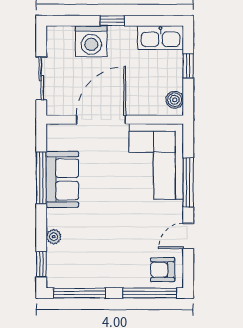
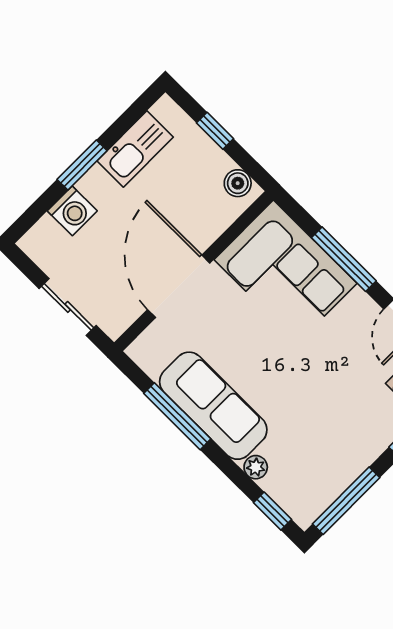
window: (112, 21) -> (82, 165), width x1.50
kitchen sink: (161, 38) -> (135, 149), moved
washing machine: (91, 41) -> (72, 211), width x0.73, depth x0.73
sofa: (62, 179) -> (213, 406), width x1.36

